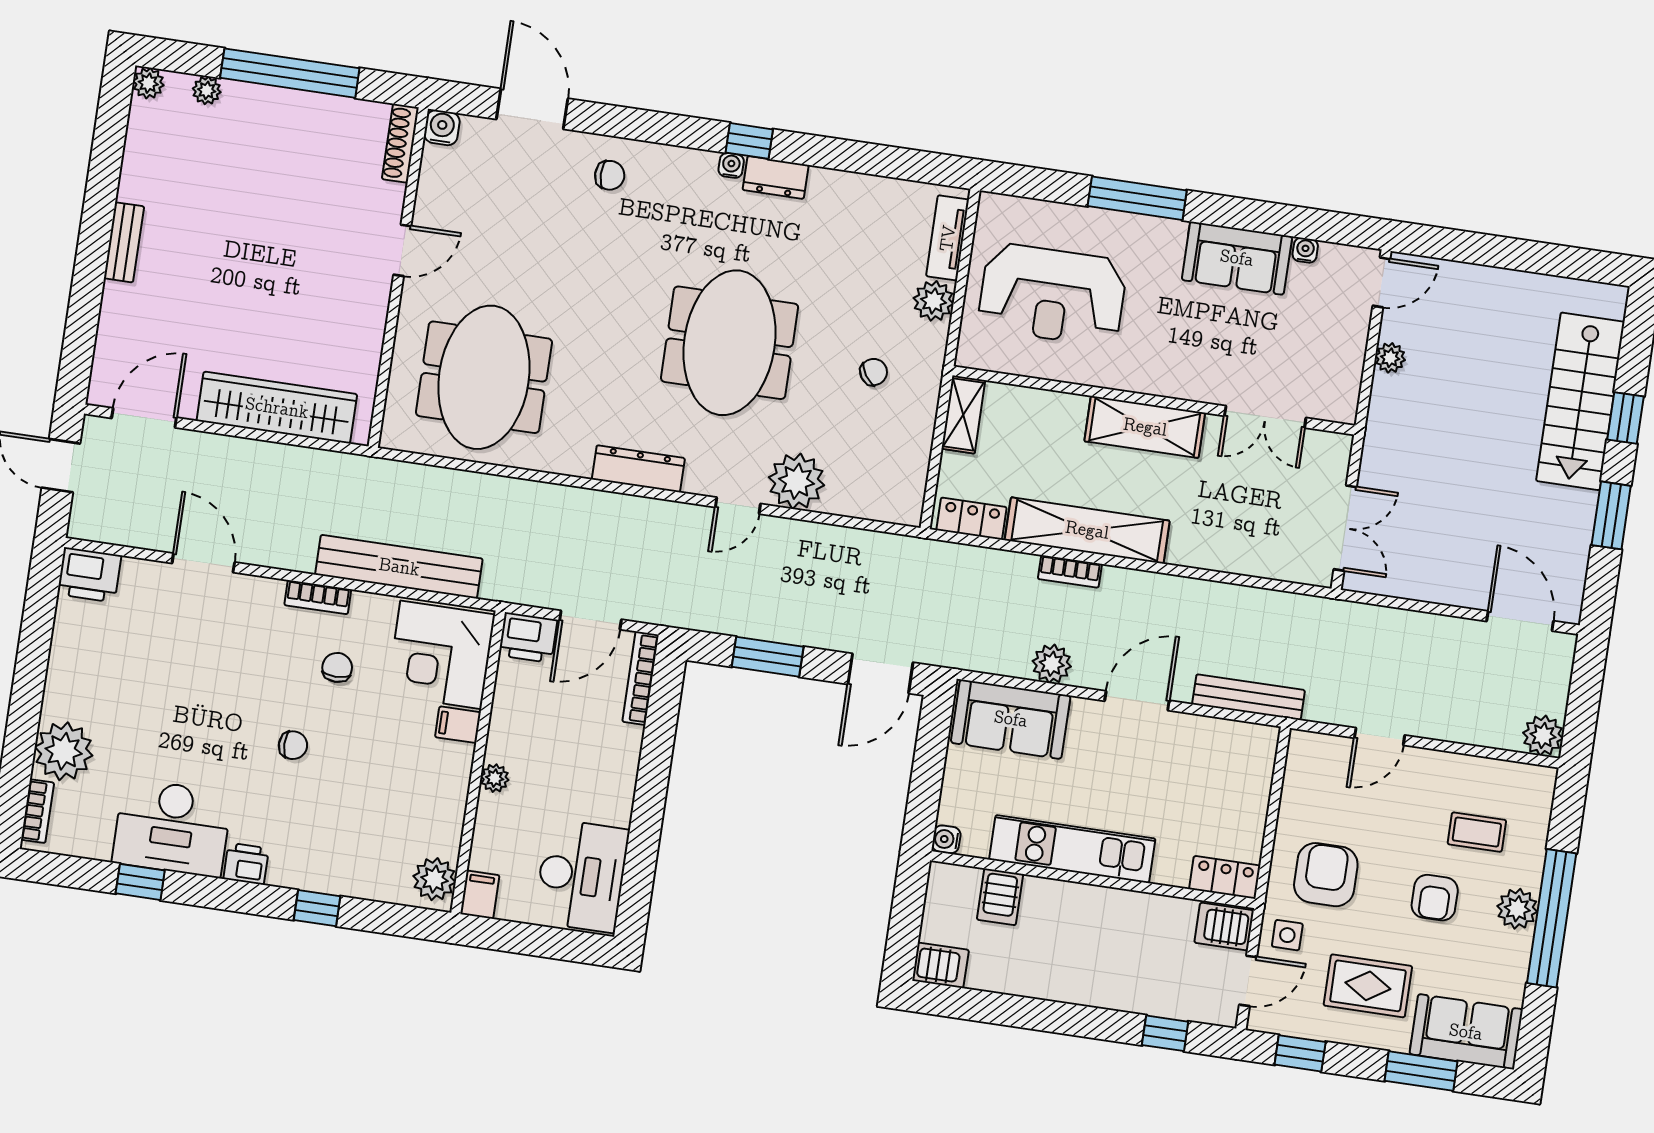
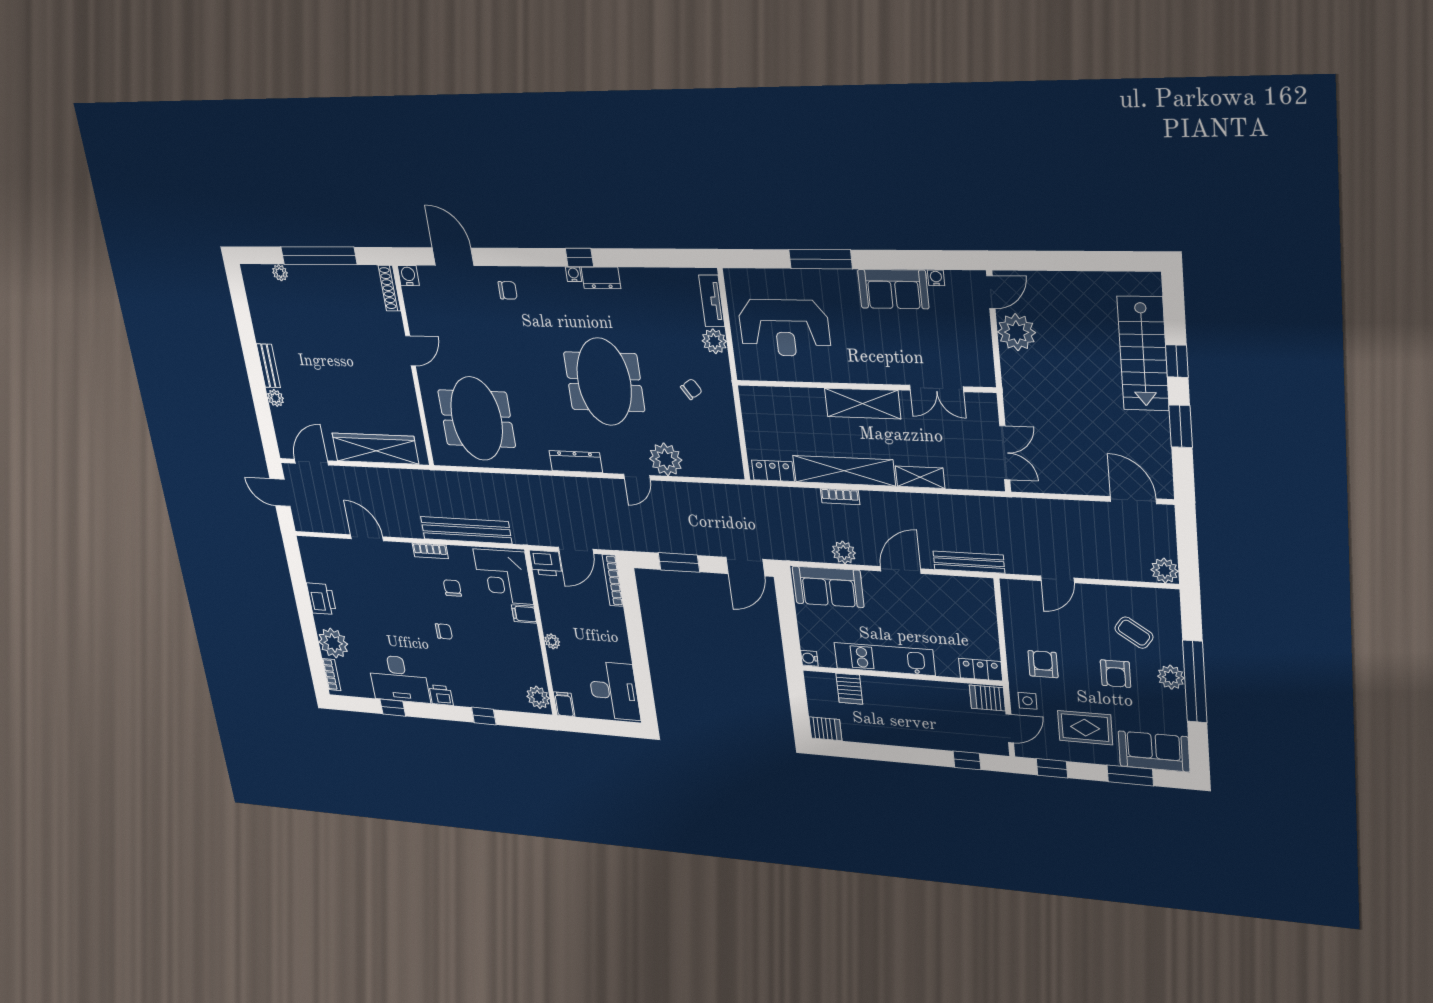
plant: (148, 83) -> (276, 398), moved
plant: (1390, 358) -> (1017, 332), width x1.88, depth x1.88
shelving: (963, 414) -> (920, 477), moved, turned 90
printer: (89, 575) -> (321, 599), moved, turned -90
coffee table: (1477, 832) -> (1134, 633), turned 35
armchair: (1326, 875) -> (1043, 664), width x0.72, depth x0.72

